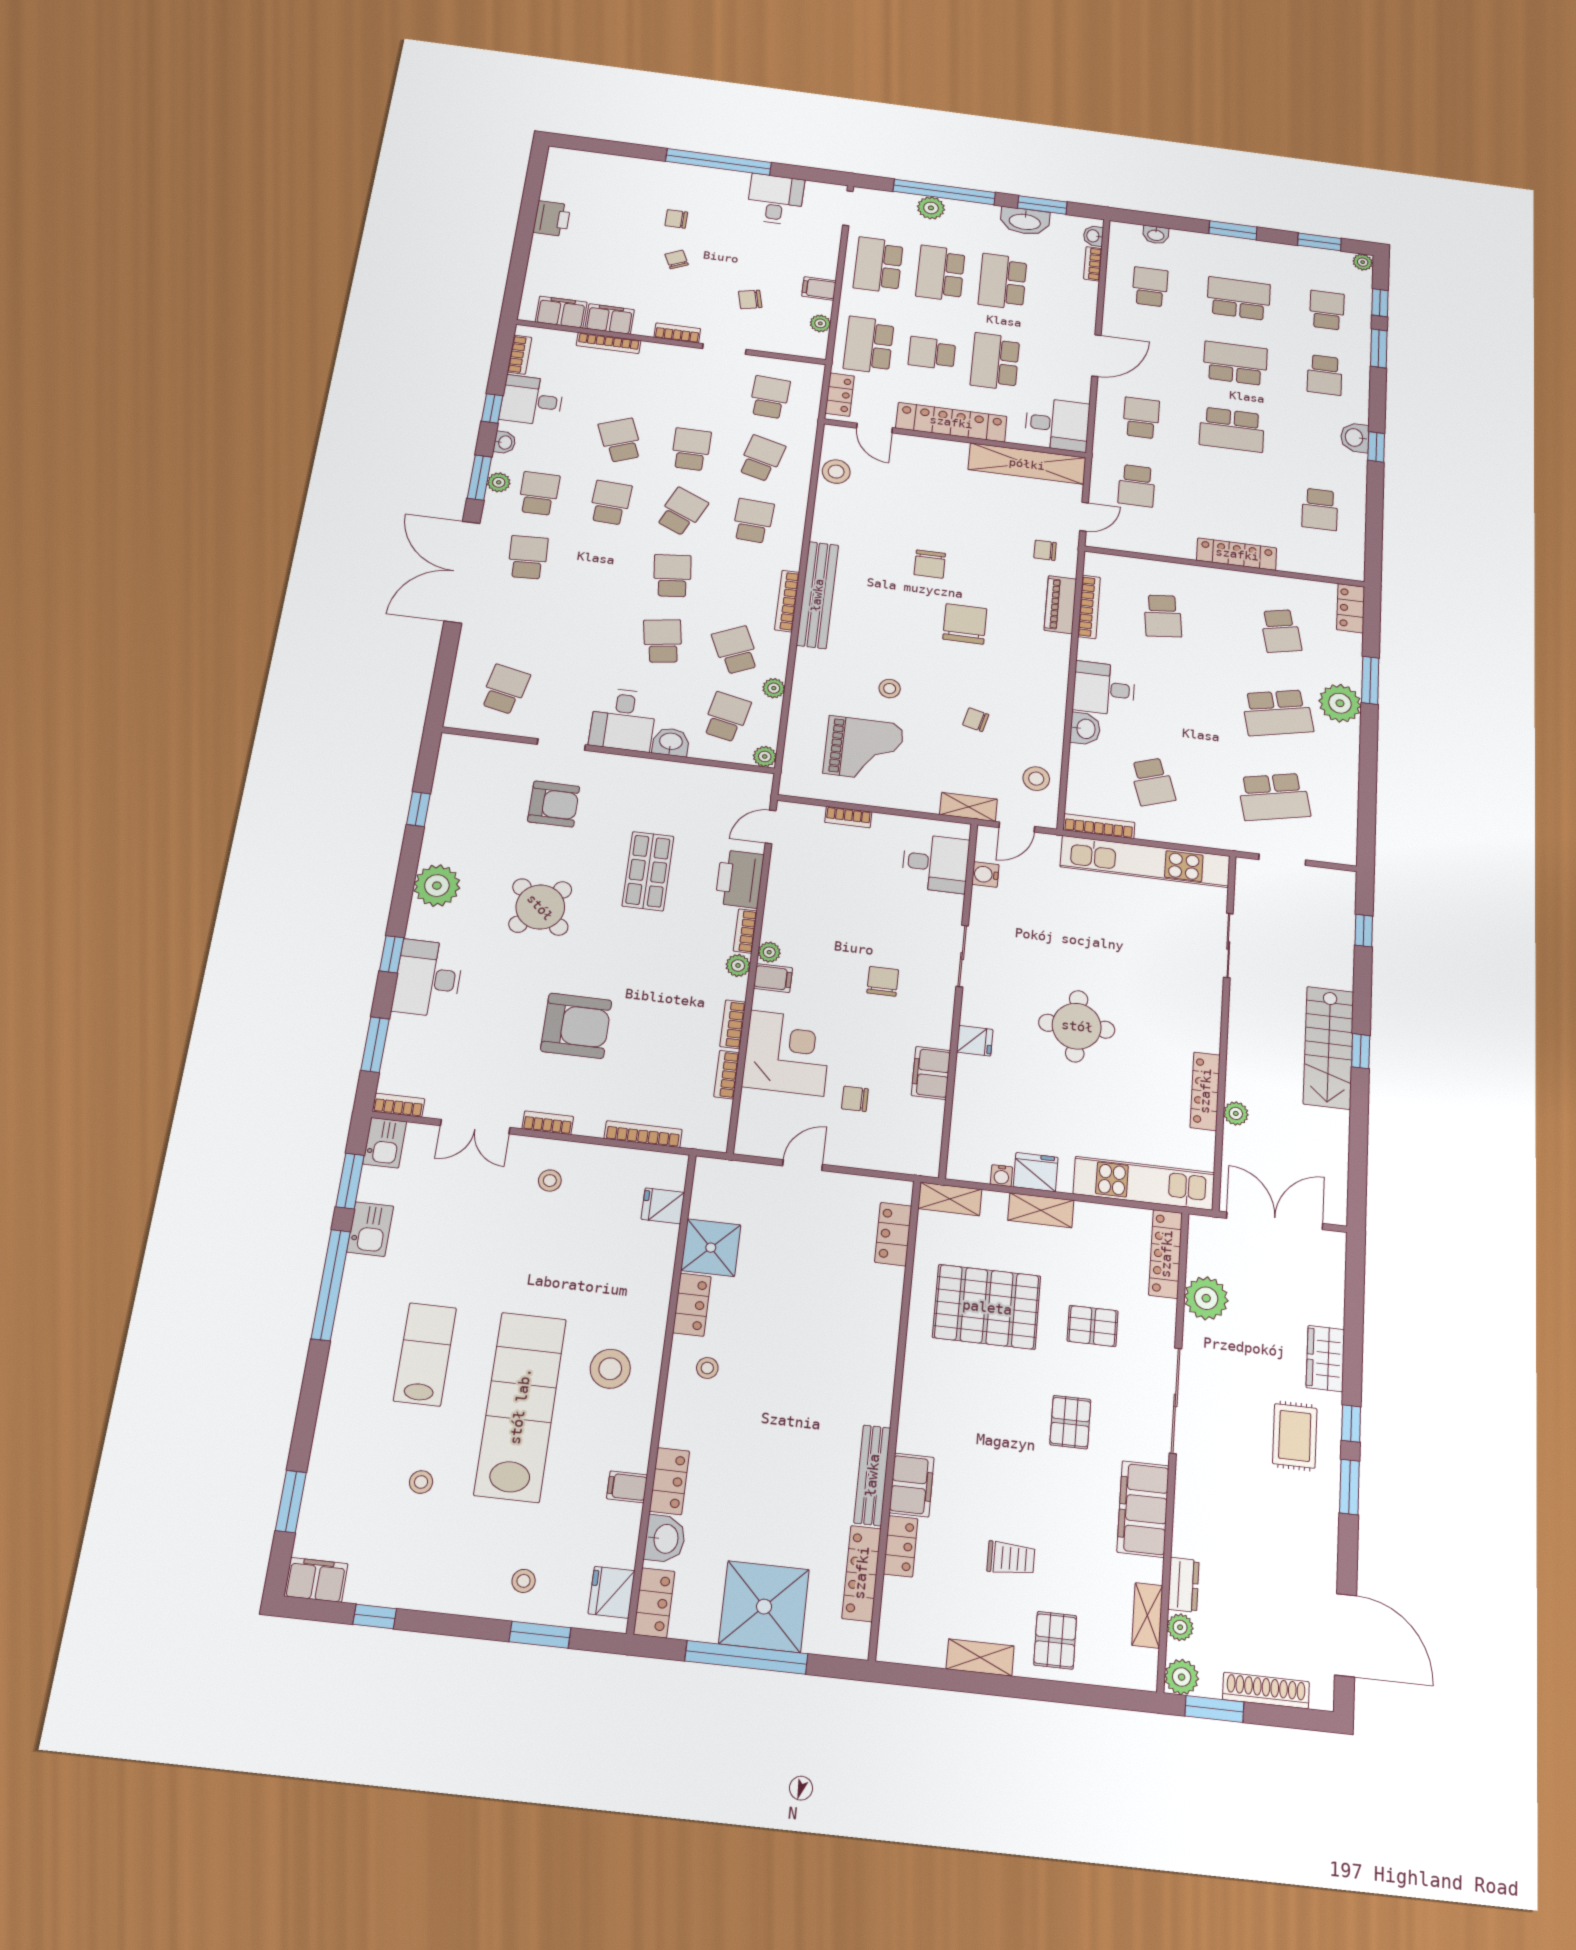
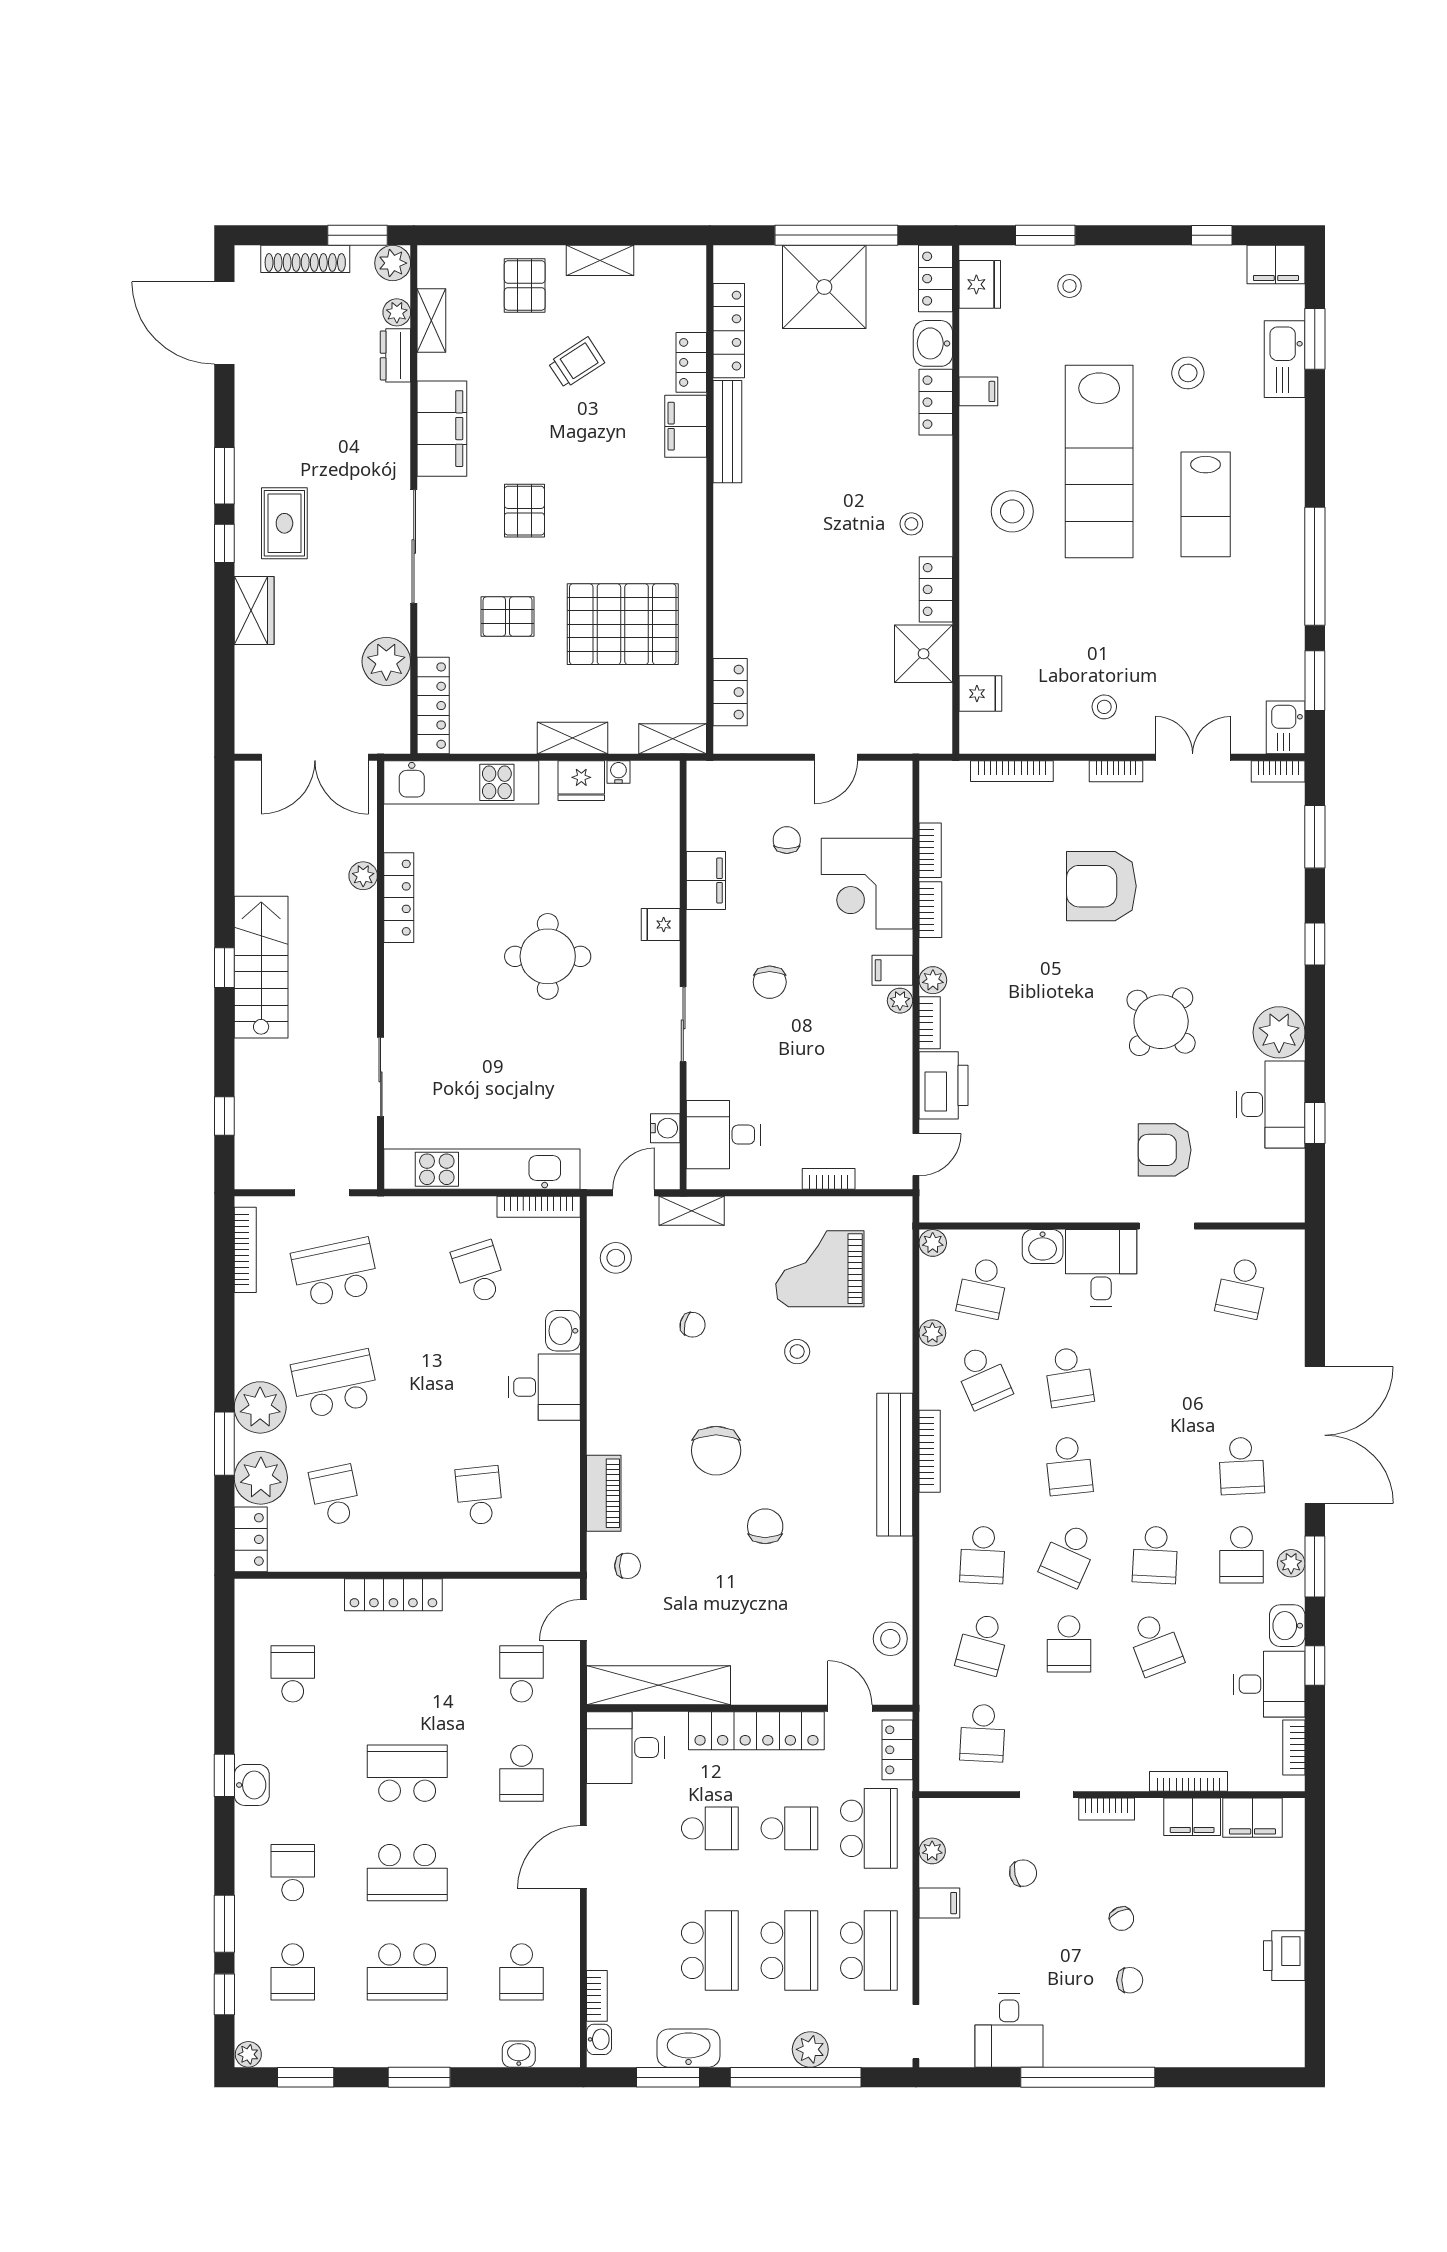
school desk: (995, 361) -> (710, 1828), width x0.54
washbasin: (505, 442) -> (1287, 1626), width x1.38, depth x1.45
bookcase: (1089, 607) -> (245, 1250), moved, turned 180
plant: (1341, 652) -> (261, 1478), added
shop shelf: (648, 871) -> (1047, 1081), removed
desk: (428, 978) -> (1271, 1104), moved
chair: (855, 1099) -> (787, 840), turned -90
kitchen sink: (370, 1229) -> (1285, 359), moved, width x1.38
stool: (421, 1482) -> (1188, 373), width x1.37, depth x1.37
trolley: (1011, 1558) -> (576, 363), turned 147

